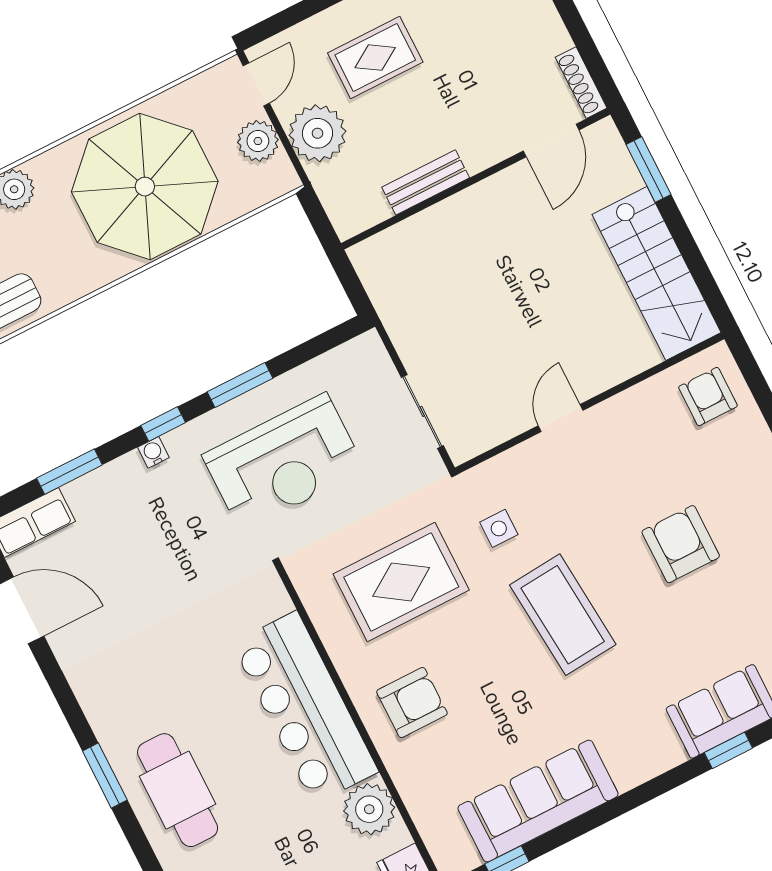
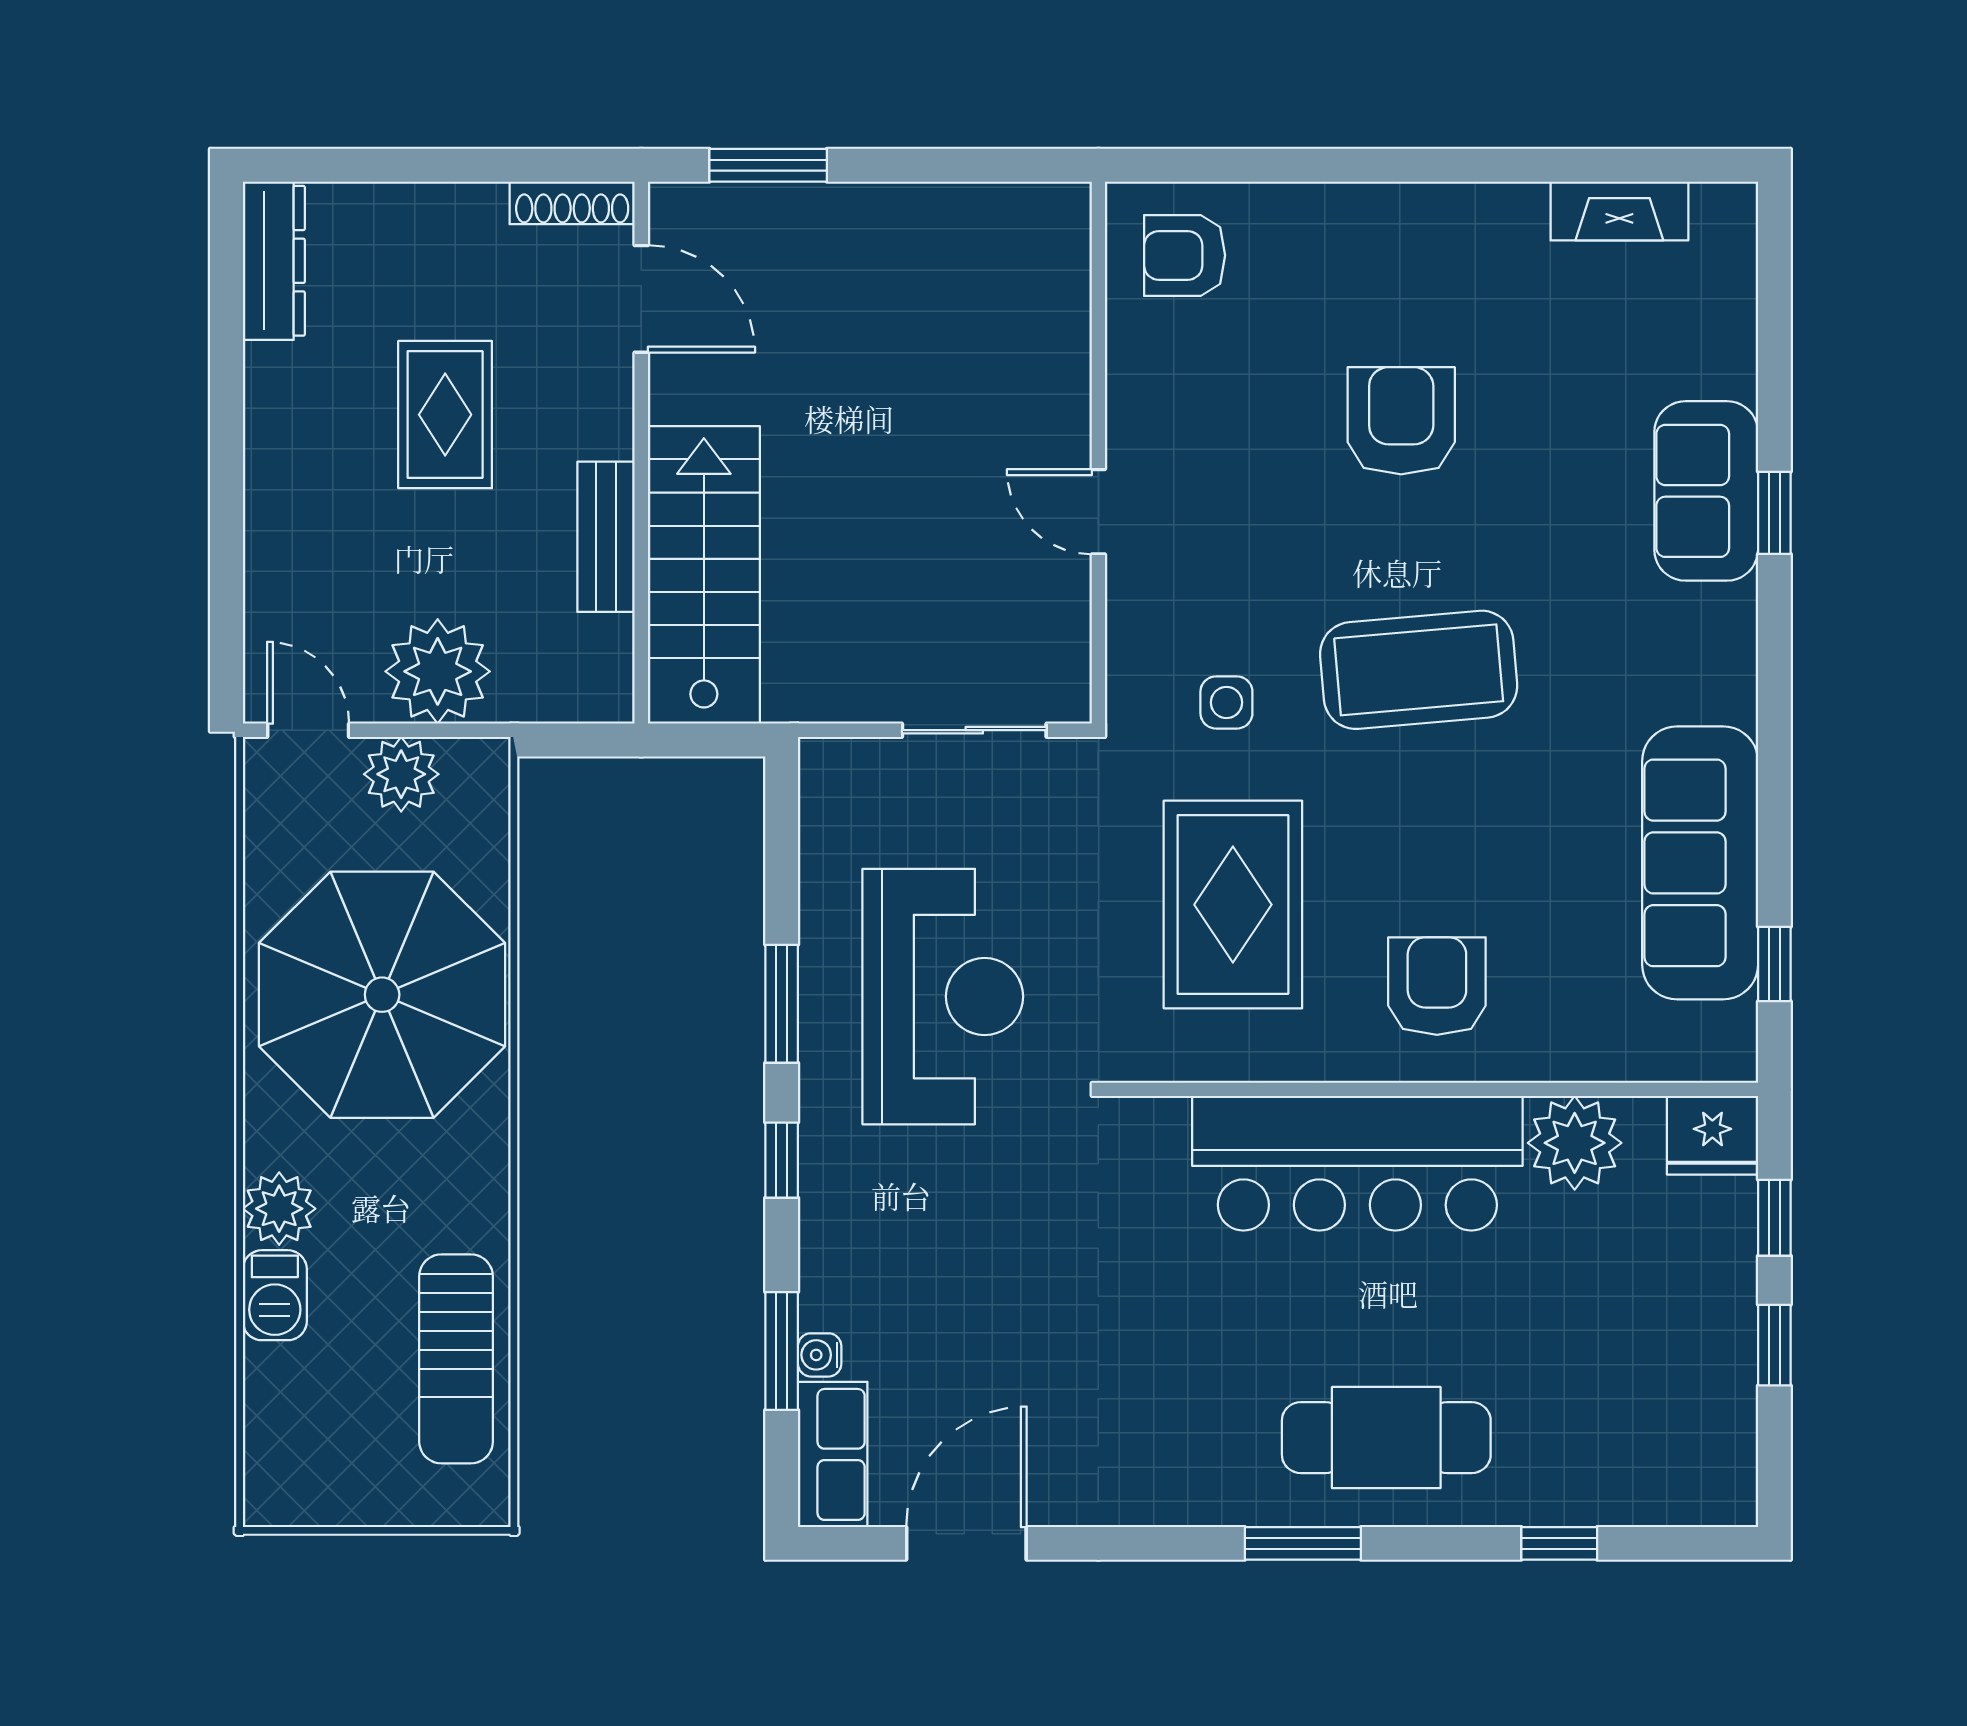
rug: (375, 58) -> (445, 415), moved
stairs: (656, 273) -> (704, 575), moved, turned -90
water cooler: (153, 452) -> (820, 1355), moved
armchair: (681, 544) -> (1401, 421), turned 90

